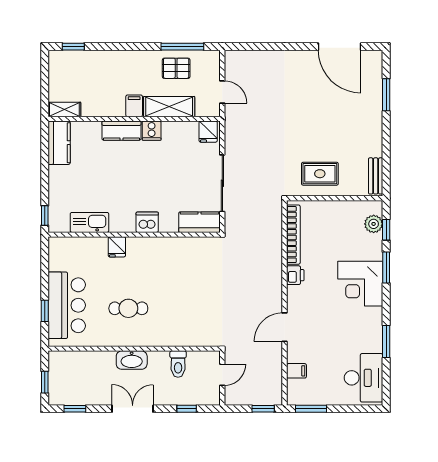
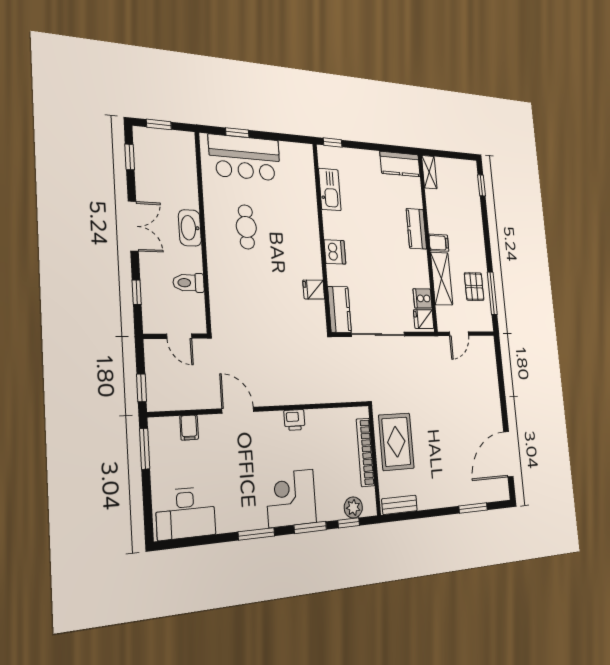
cooker: (152, 131) -> (423, 298), moved
rug: (320, 174) -> (396, 442), width x1.36, depth x1.43
bookcase: (293, 235) -> (365, 452), moved, turned 90
fridge: (117, 247) -> (314, 290), moved
window: (386, 342) -> (256, 534), moved

